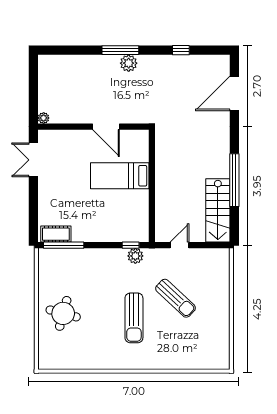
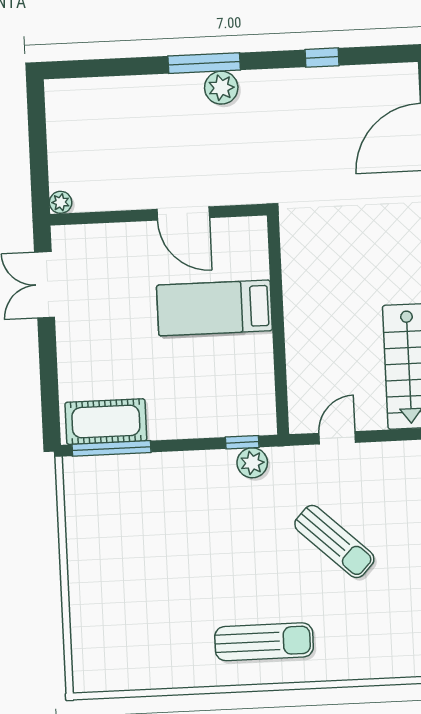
cot: (56, 234) -> (106, 422), width x1.37, depth x1.34
round table: (63, 313) -> (117, 581), removed
sun lounger: (134, 318) -> (264, 642), moved, turned -90

